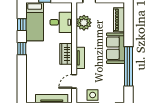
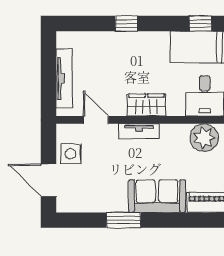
window: (22, 49) -> (126, 23), moved
window: (129, 66) -> (124, 220), width x0.47

